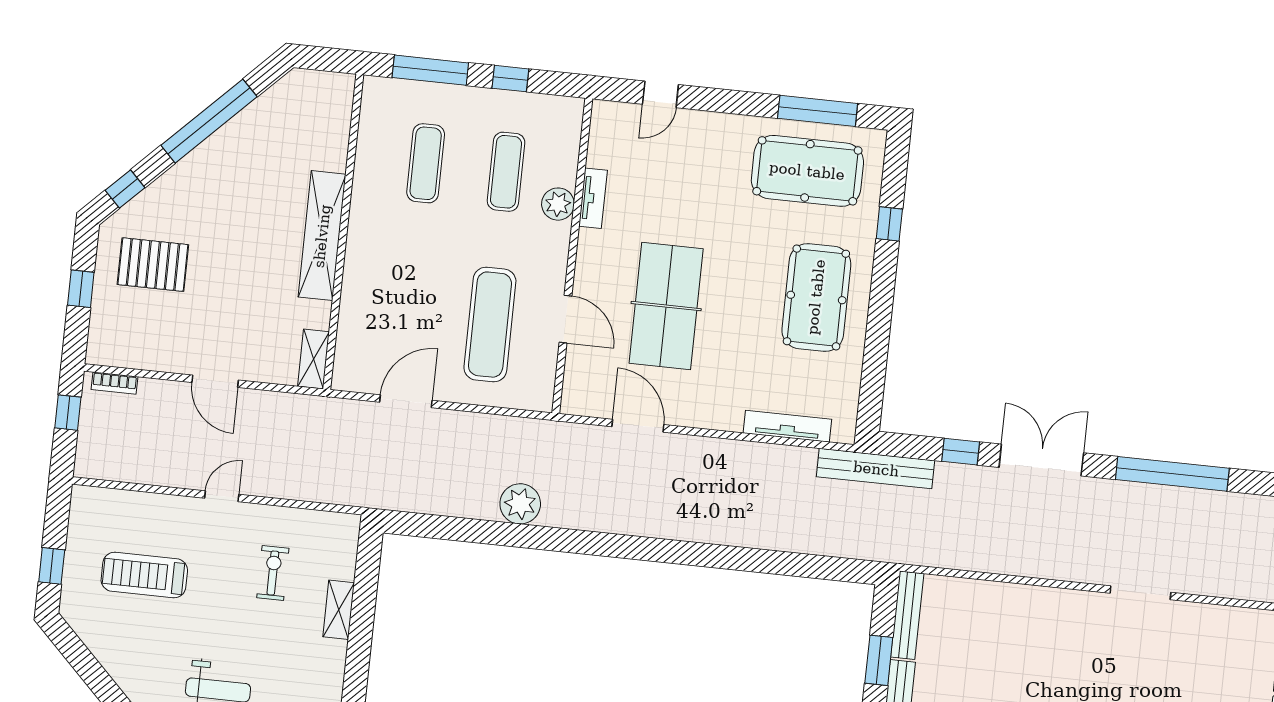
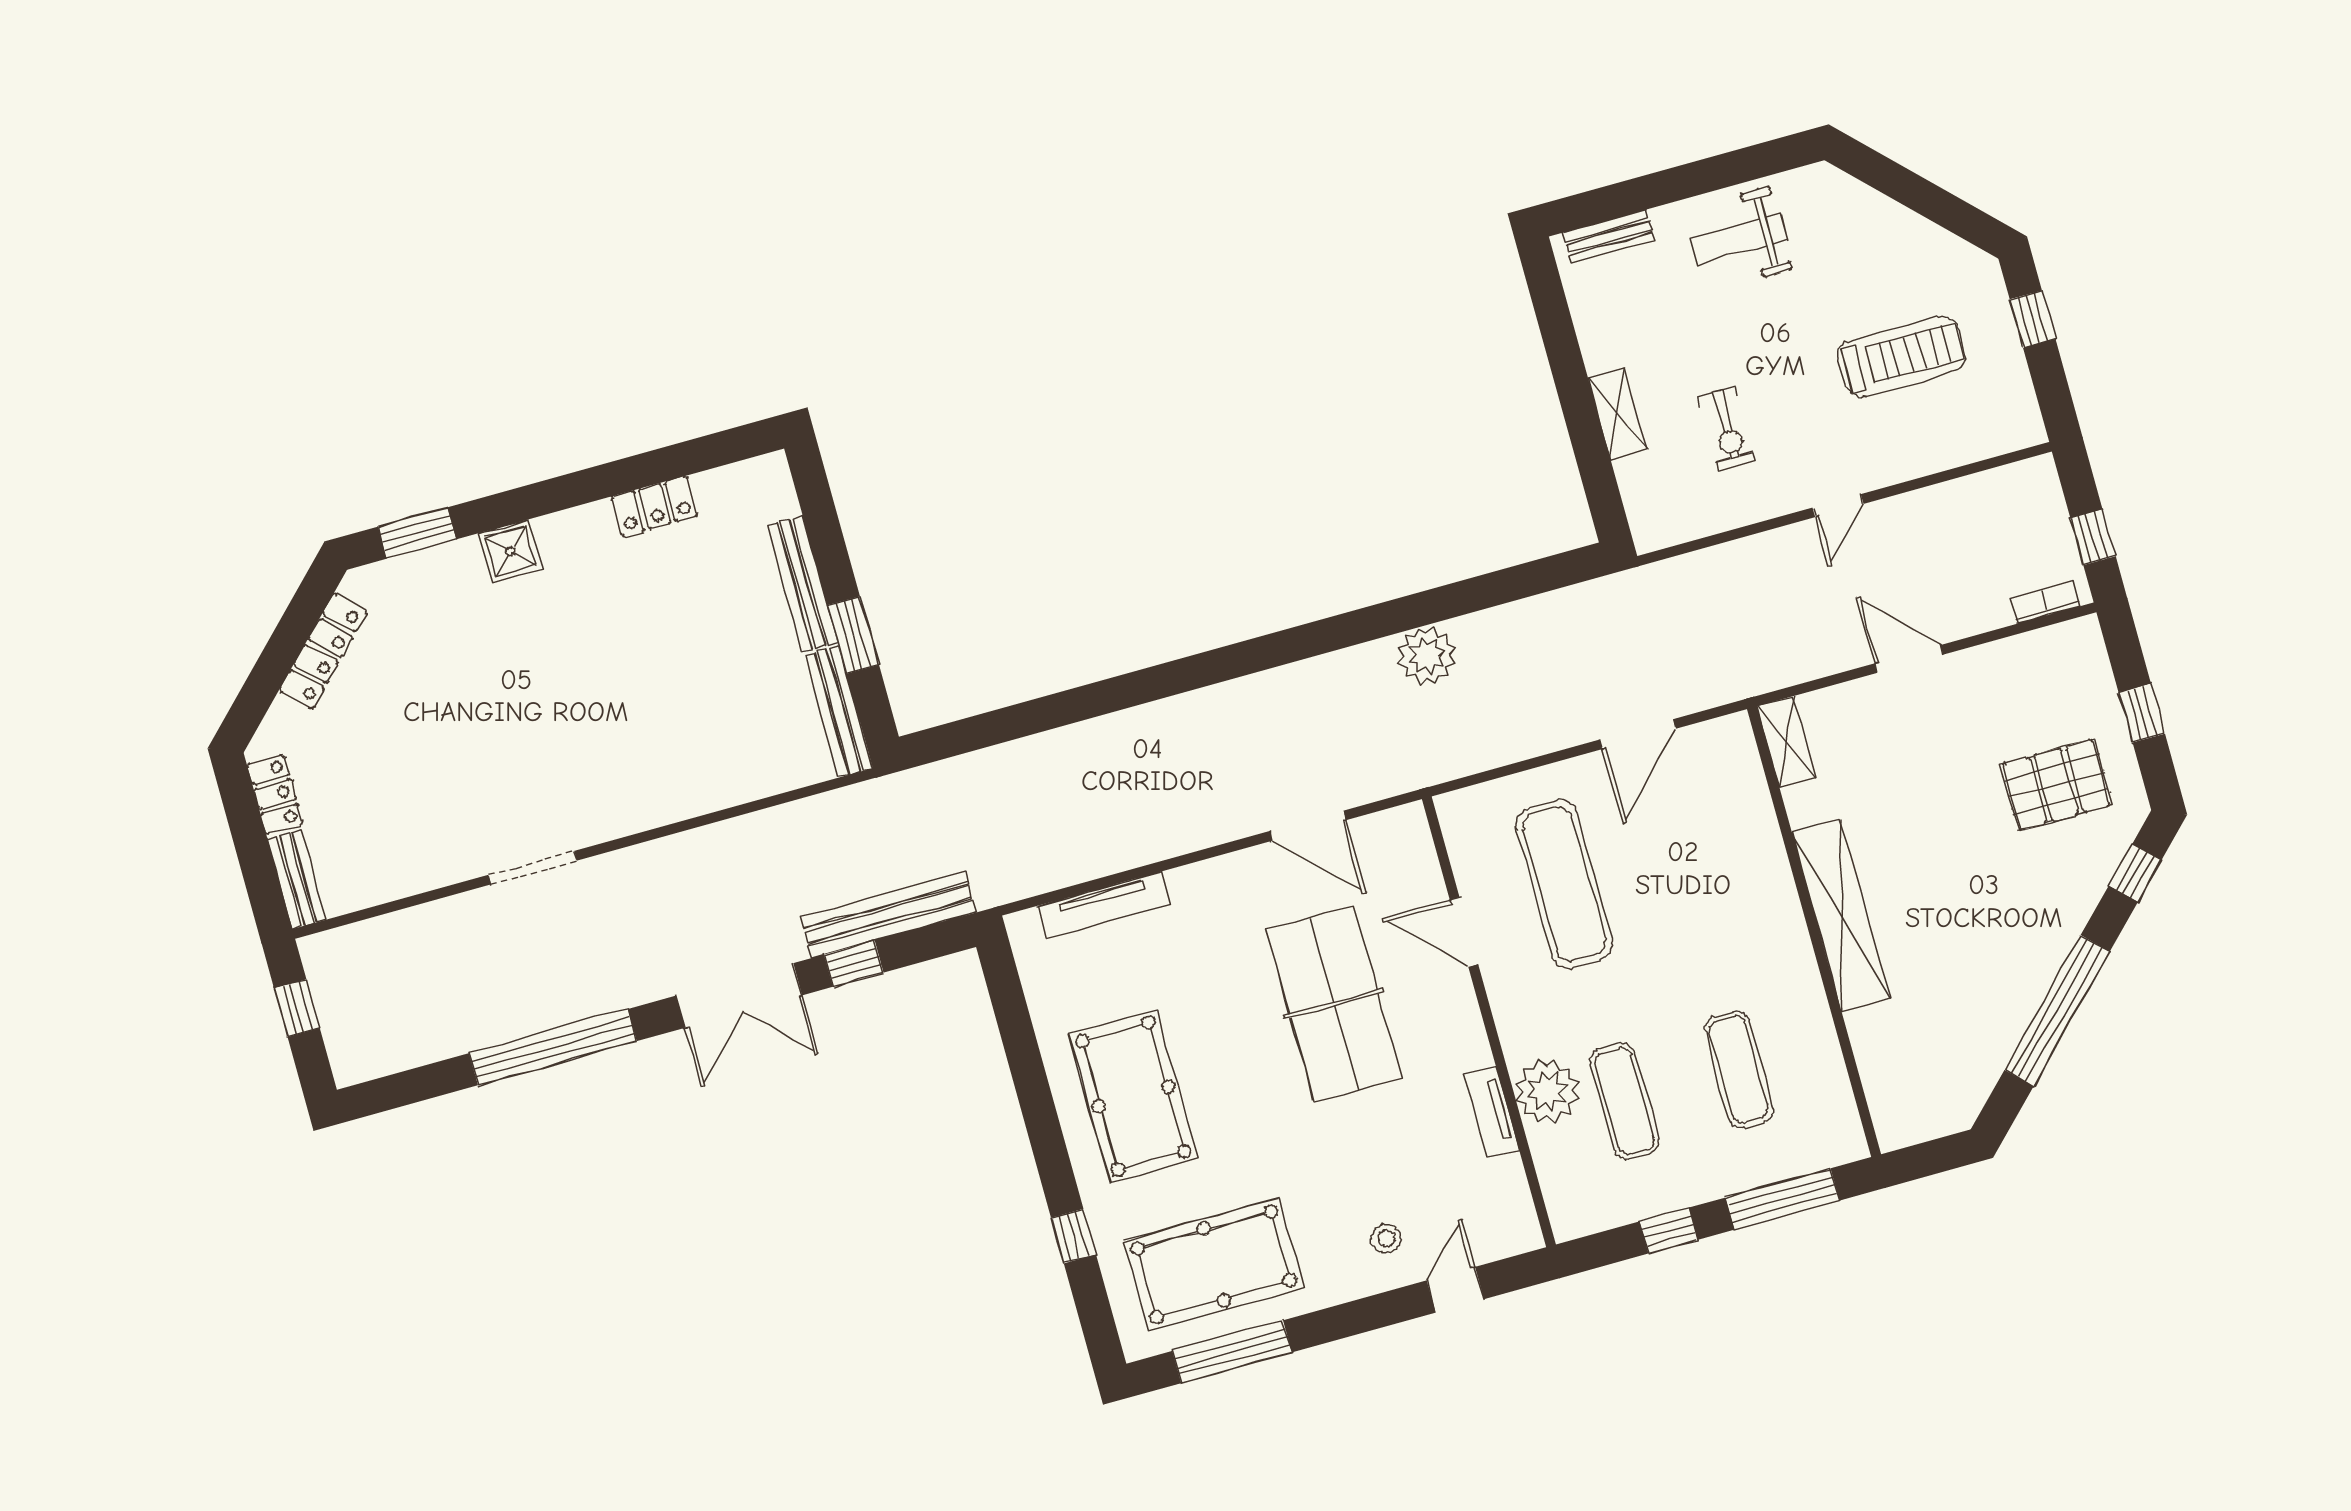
stool: (692, 144) -> (1386, 1239), added
plant: (558, 204) -> (1547, 1091), width x1.36, depth x1.36
bench: (876, 469) -> (889, 915), moved

